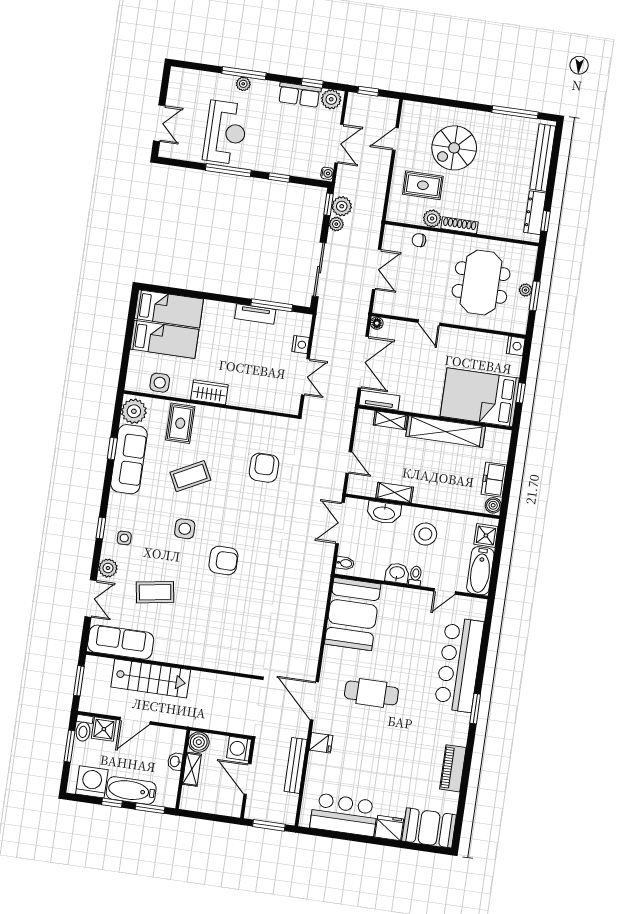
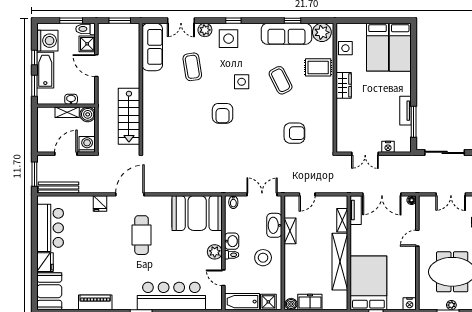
side table: (124, 538) -> (229, 39), width x1.87, depth x1.87
plant: (408, 598) -> (215, 252), added
stairs: (151, 678) -> (129, 116), moved
bench: (296, 765) -> (59, 187), moved

